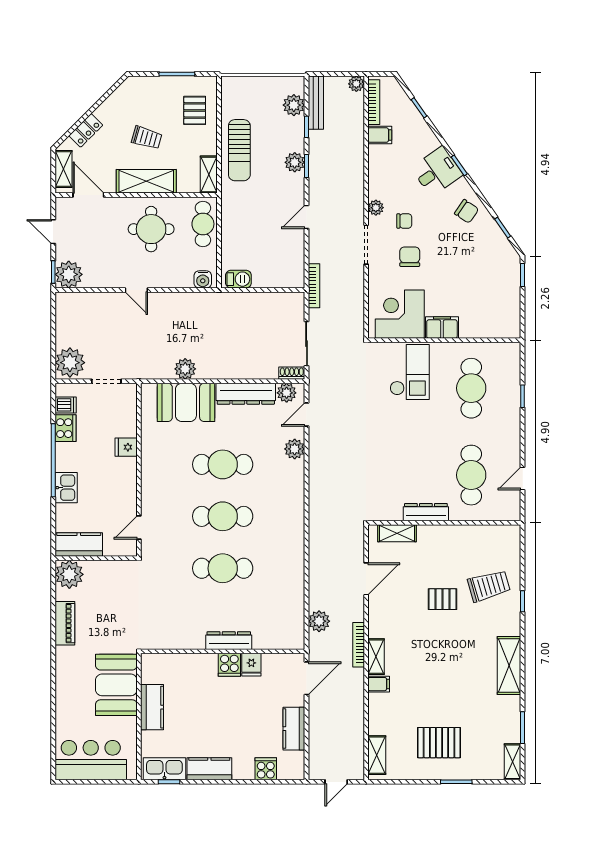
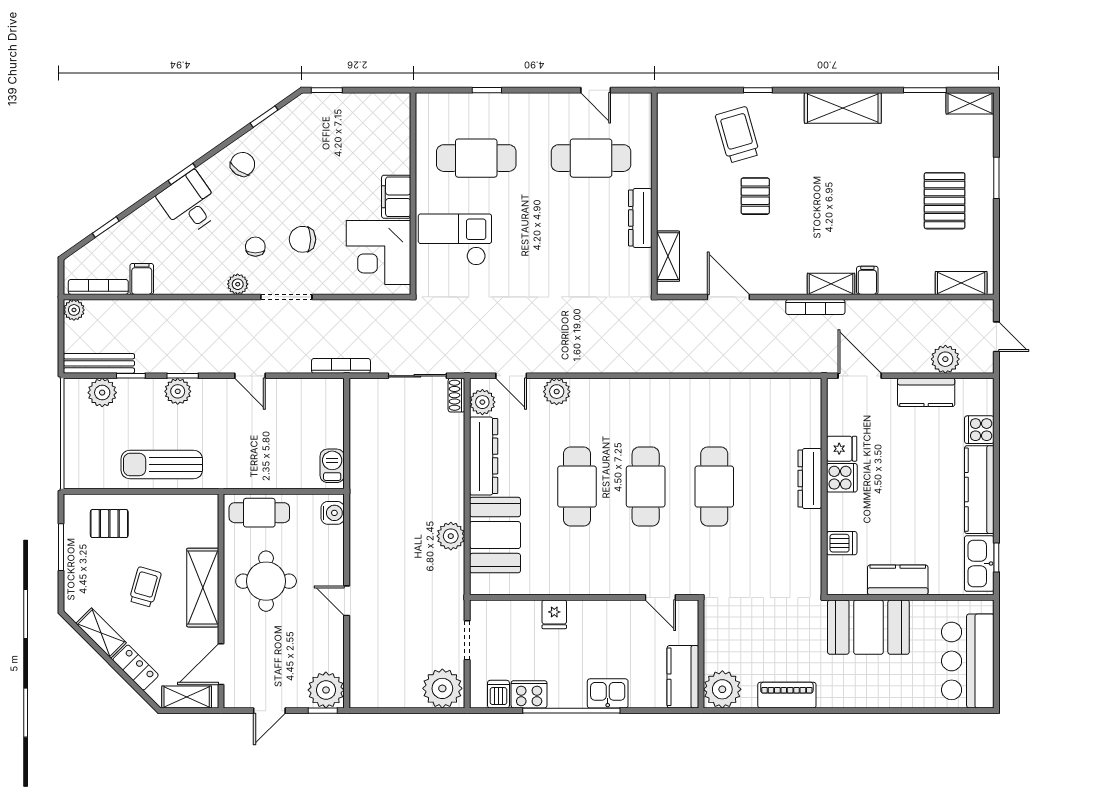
sun lounger: (239, 150) -> (162, 465), turned 180
shelving: (209, 174) -> (101, 633), moved, turned 45
door: (136, 290) -> (347, 601), swing flipped
plant: (319, 621) -> (945, 359), moved
dishwasher: (180, 665) -> (842, 543), added
kitchen counter: (209, 769) -> (979, 490), width x1.50

